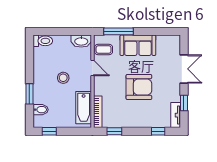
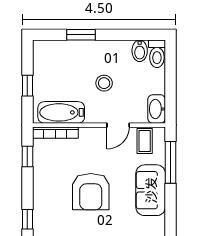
bidet: (41, 110) -> (140, 51), moved
window: (49, 131) -> (27, 86), moved

